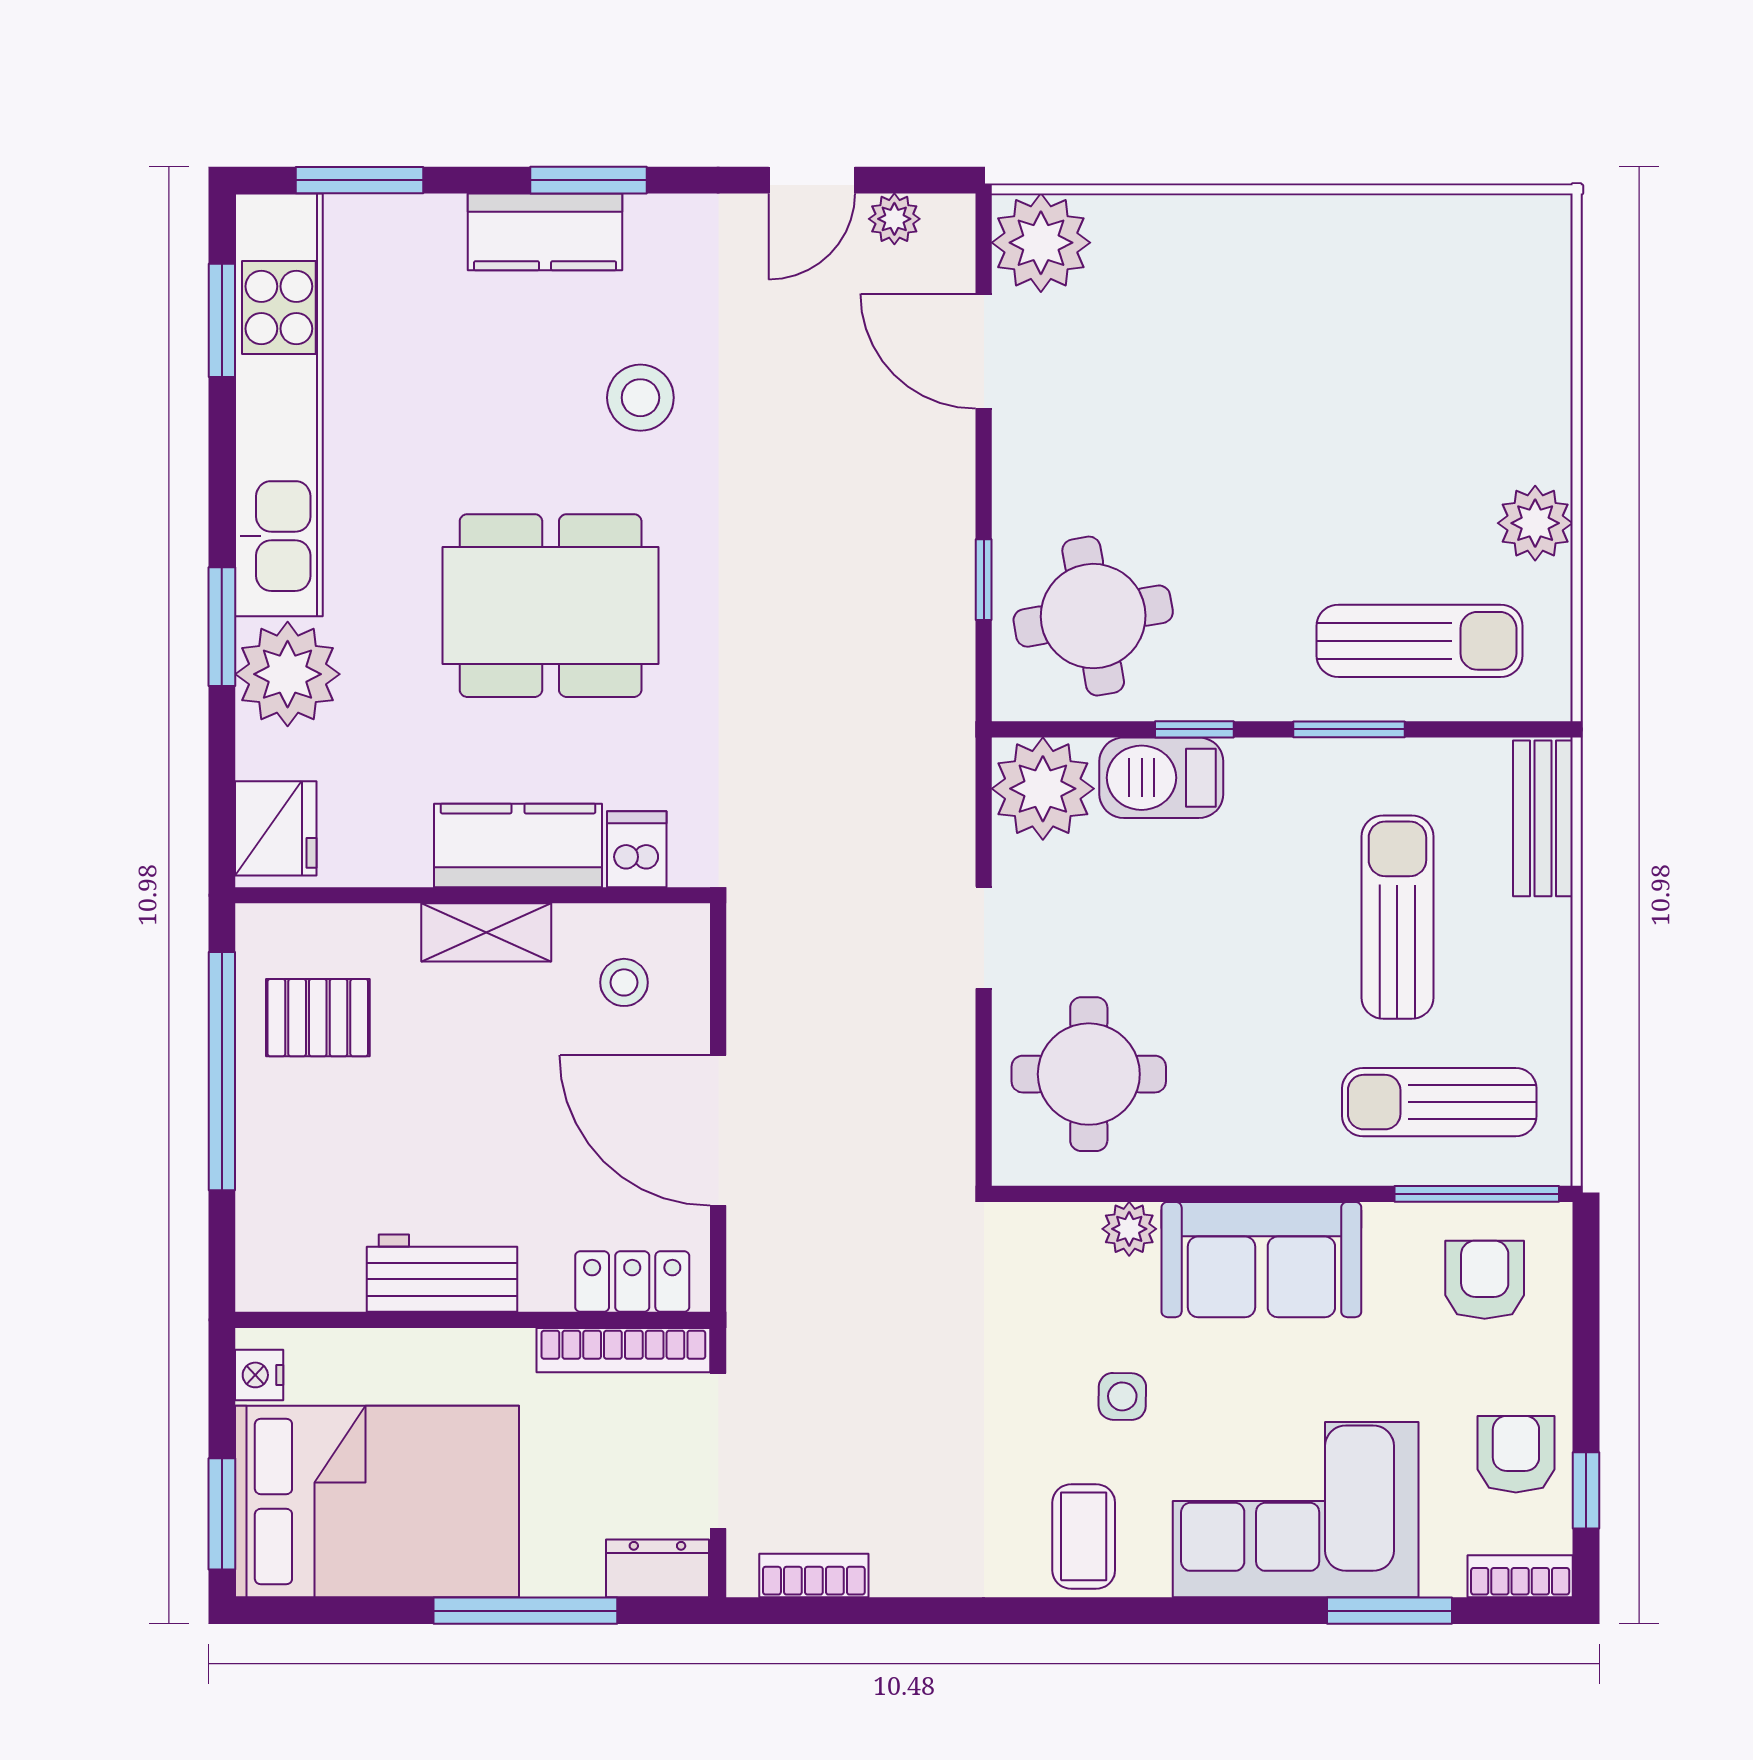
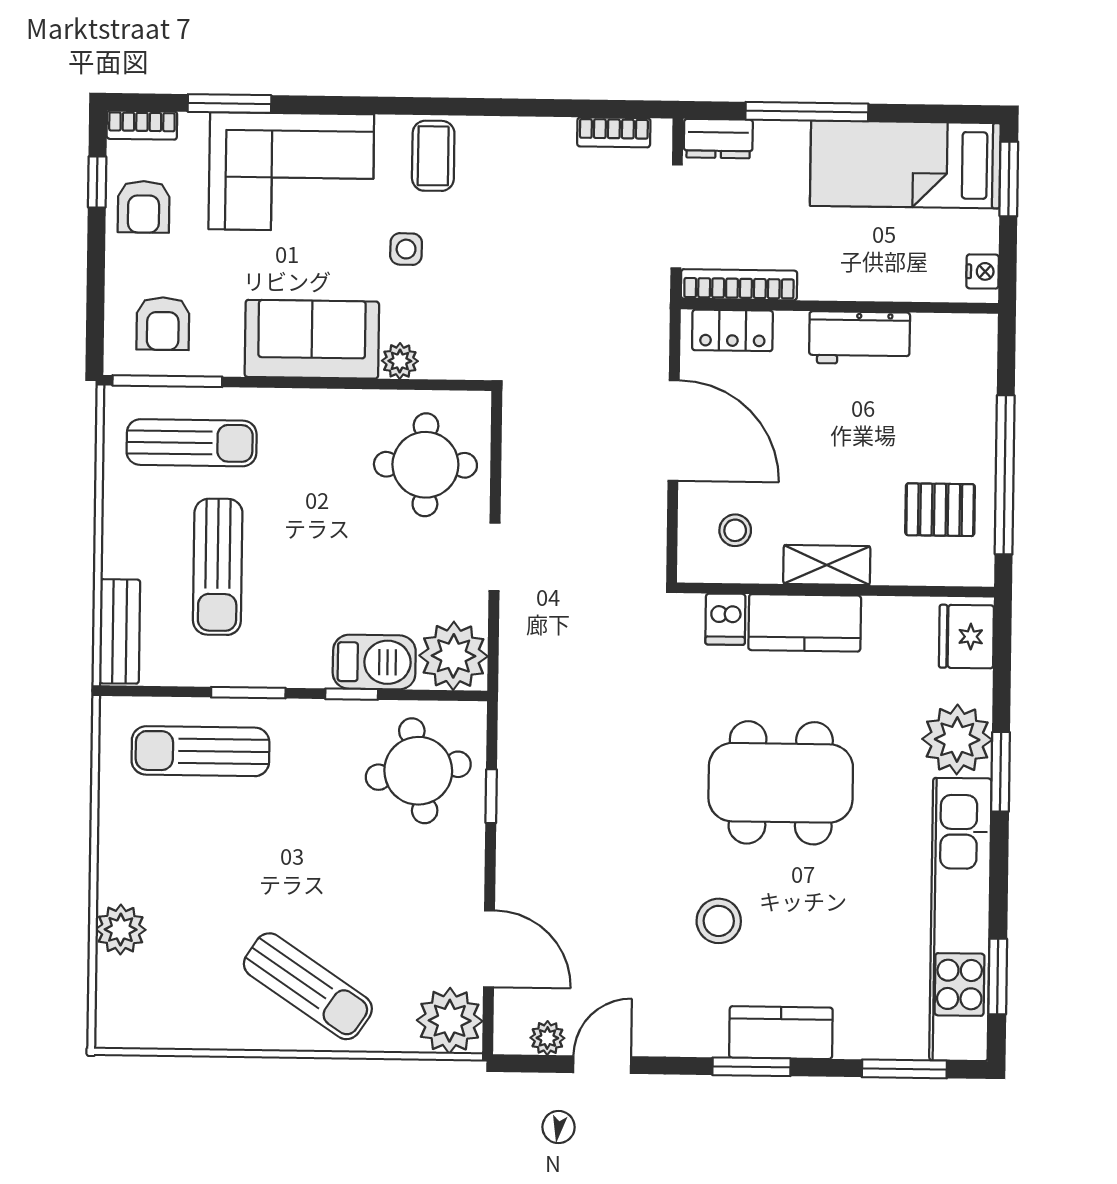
sun lounger: (1254, 291) -> (308, 986), added
plant: (1535, 523) -> (121, 929), moved
bed: (377, 1501) -> (905, 164), width x0.67

